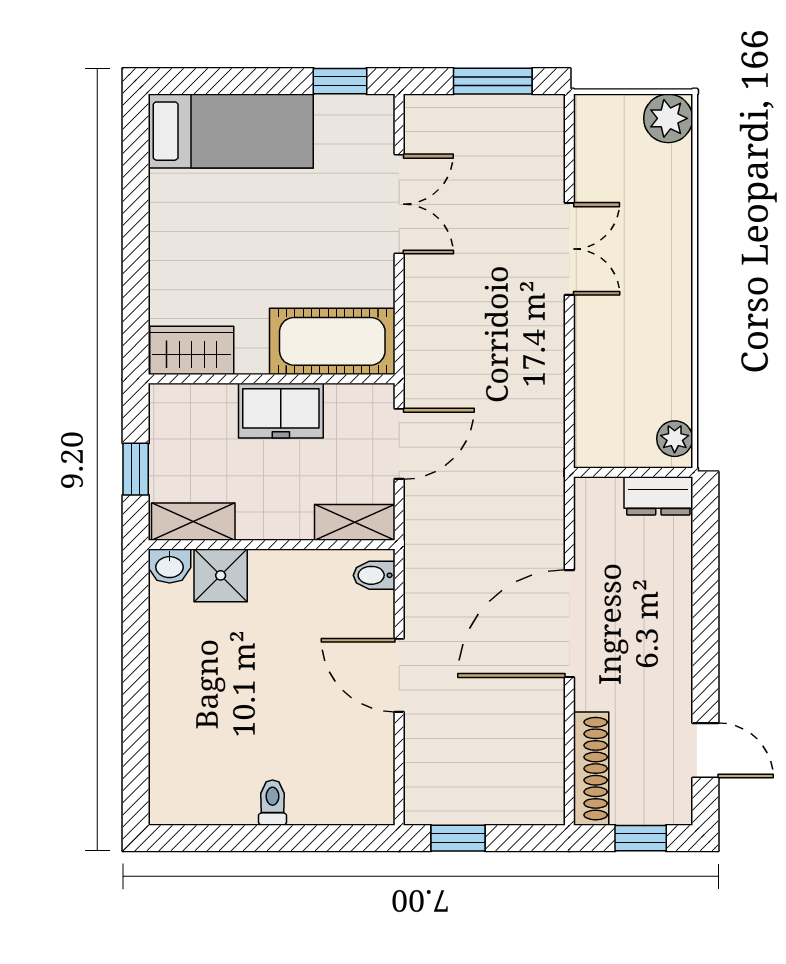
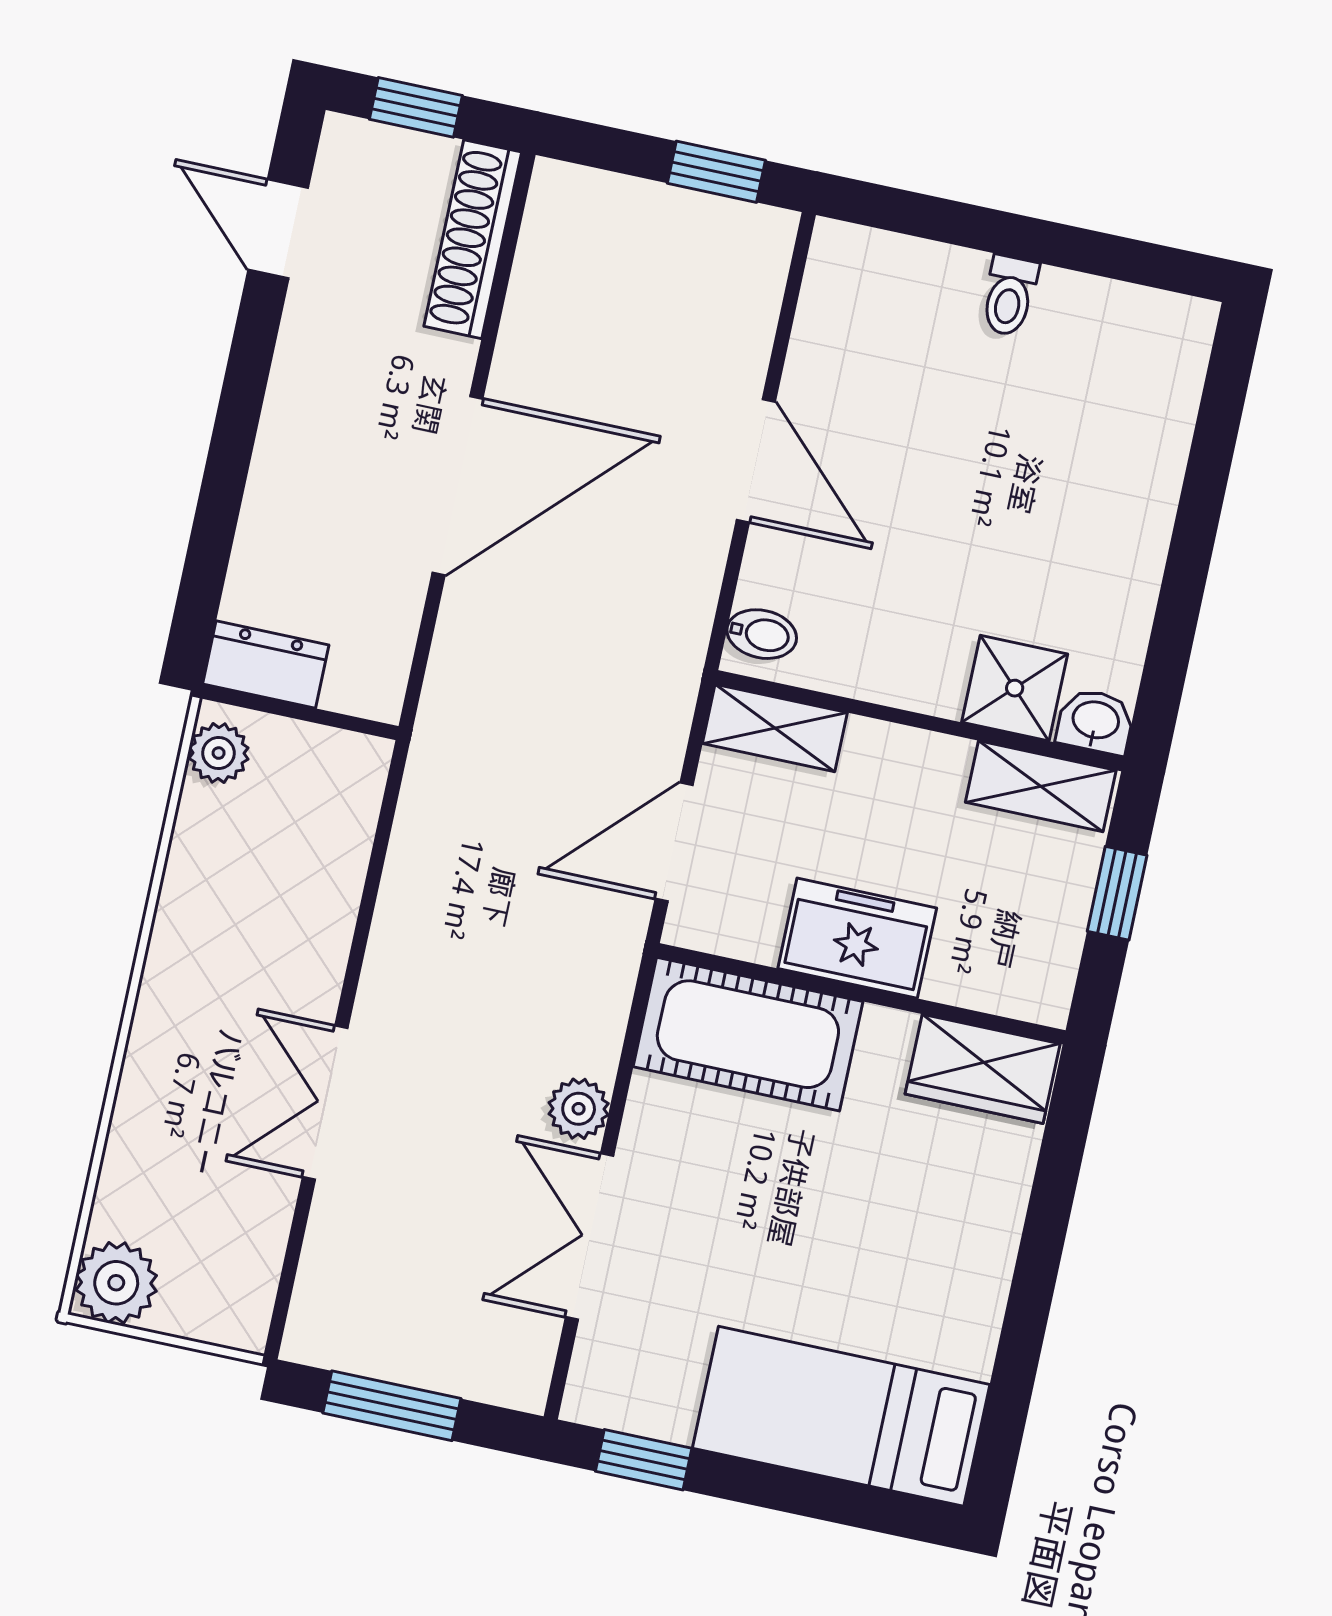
plant: (421, 277) -> (579, 1109), added

